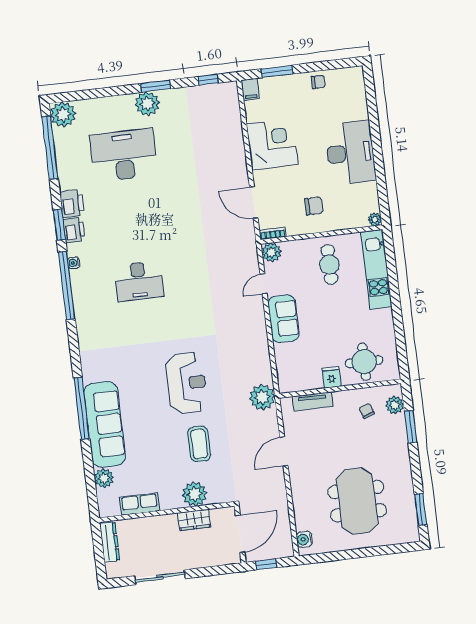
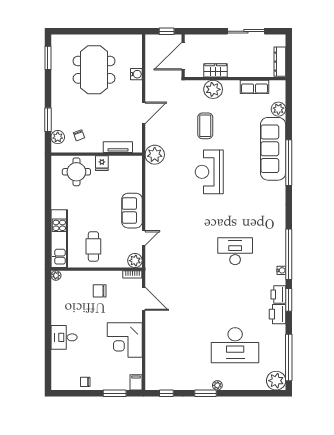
plant: (147, 104) -> (217, 385), width x0.53, depth x0.53
desk: (350, 153) -> (64, 337), width x0.53, depth x0.77
water cooler: (304, 539) -> (136, 74), moved

